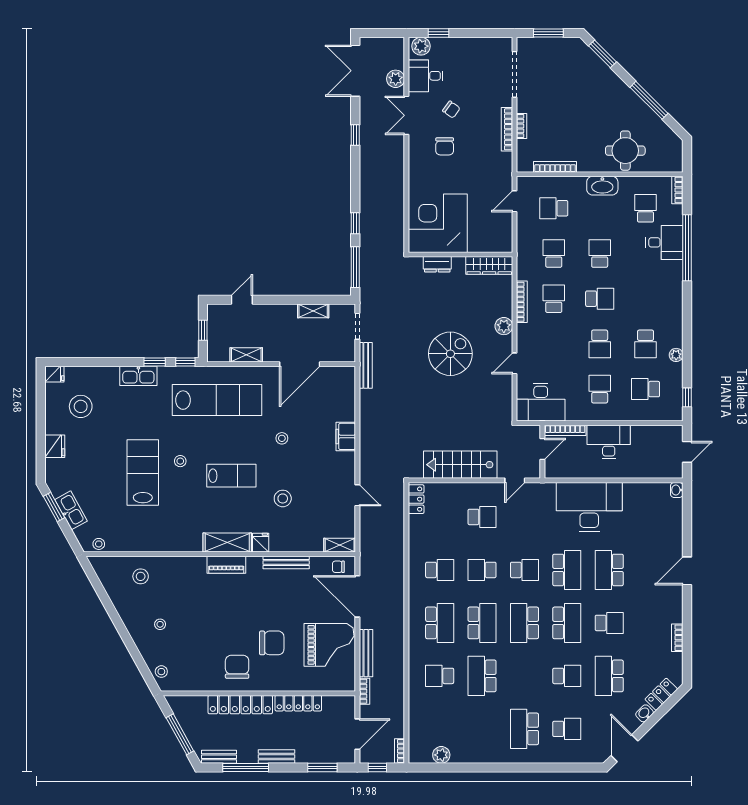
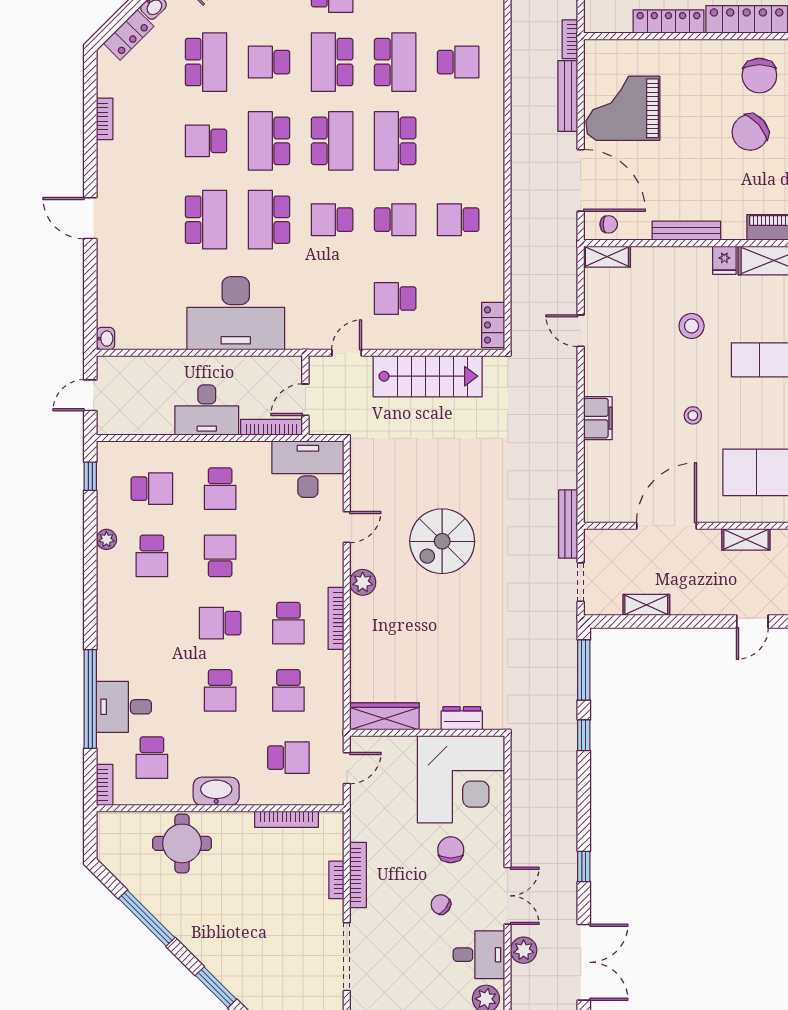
corner desk: (438, 223) -> (461, 779), moved
wall: (460, 254) -> (427, 733), moved
dresser: (437, 264) -> (462, 718), moved
wardrobe: (489, 265) -> (384, 716), moved
school desk: (646, 344) -> (152, 556), turned 180
door: (687, 571) -> (90, 218), swing flipped
school desk: (440, 623) -> (332, 62), moved
chair: (272, 643) -> (750, 132), moved, turned -41

